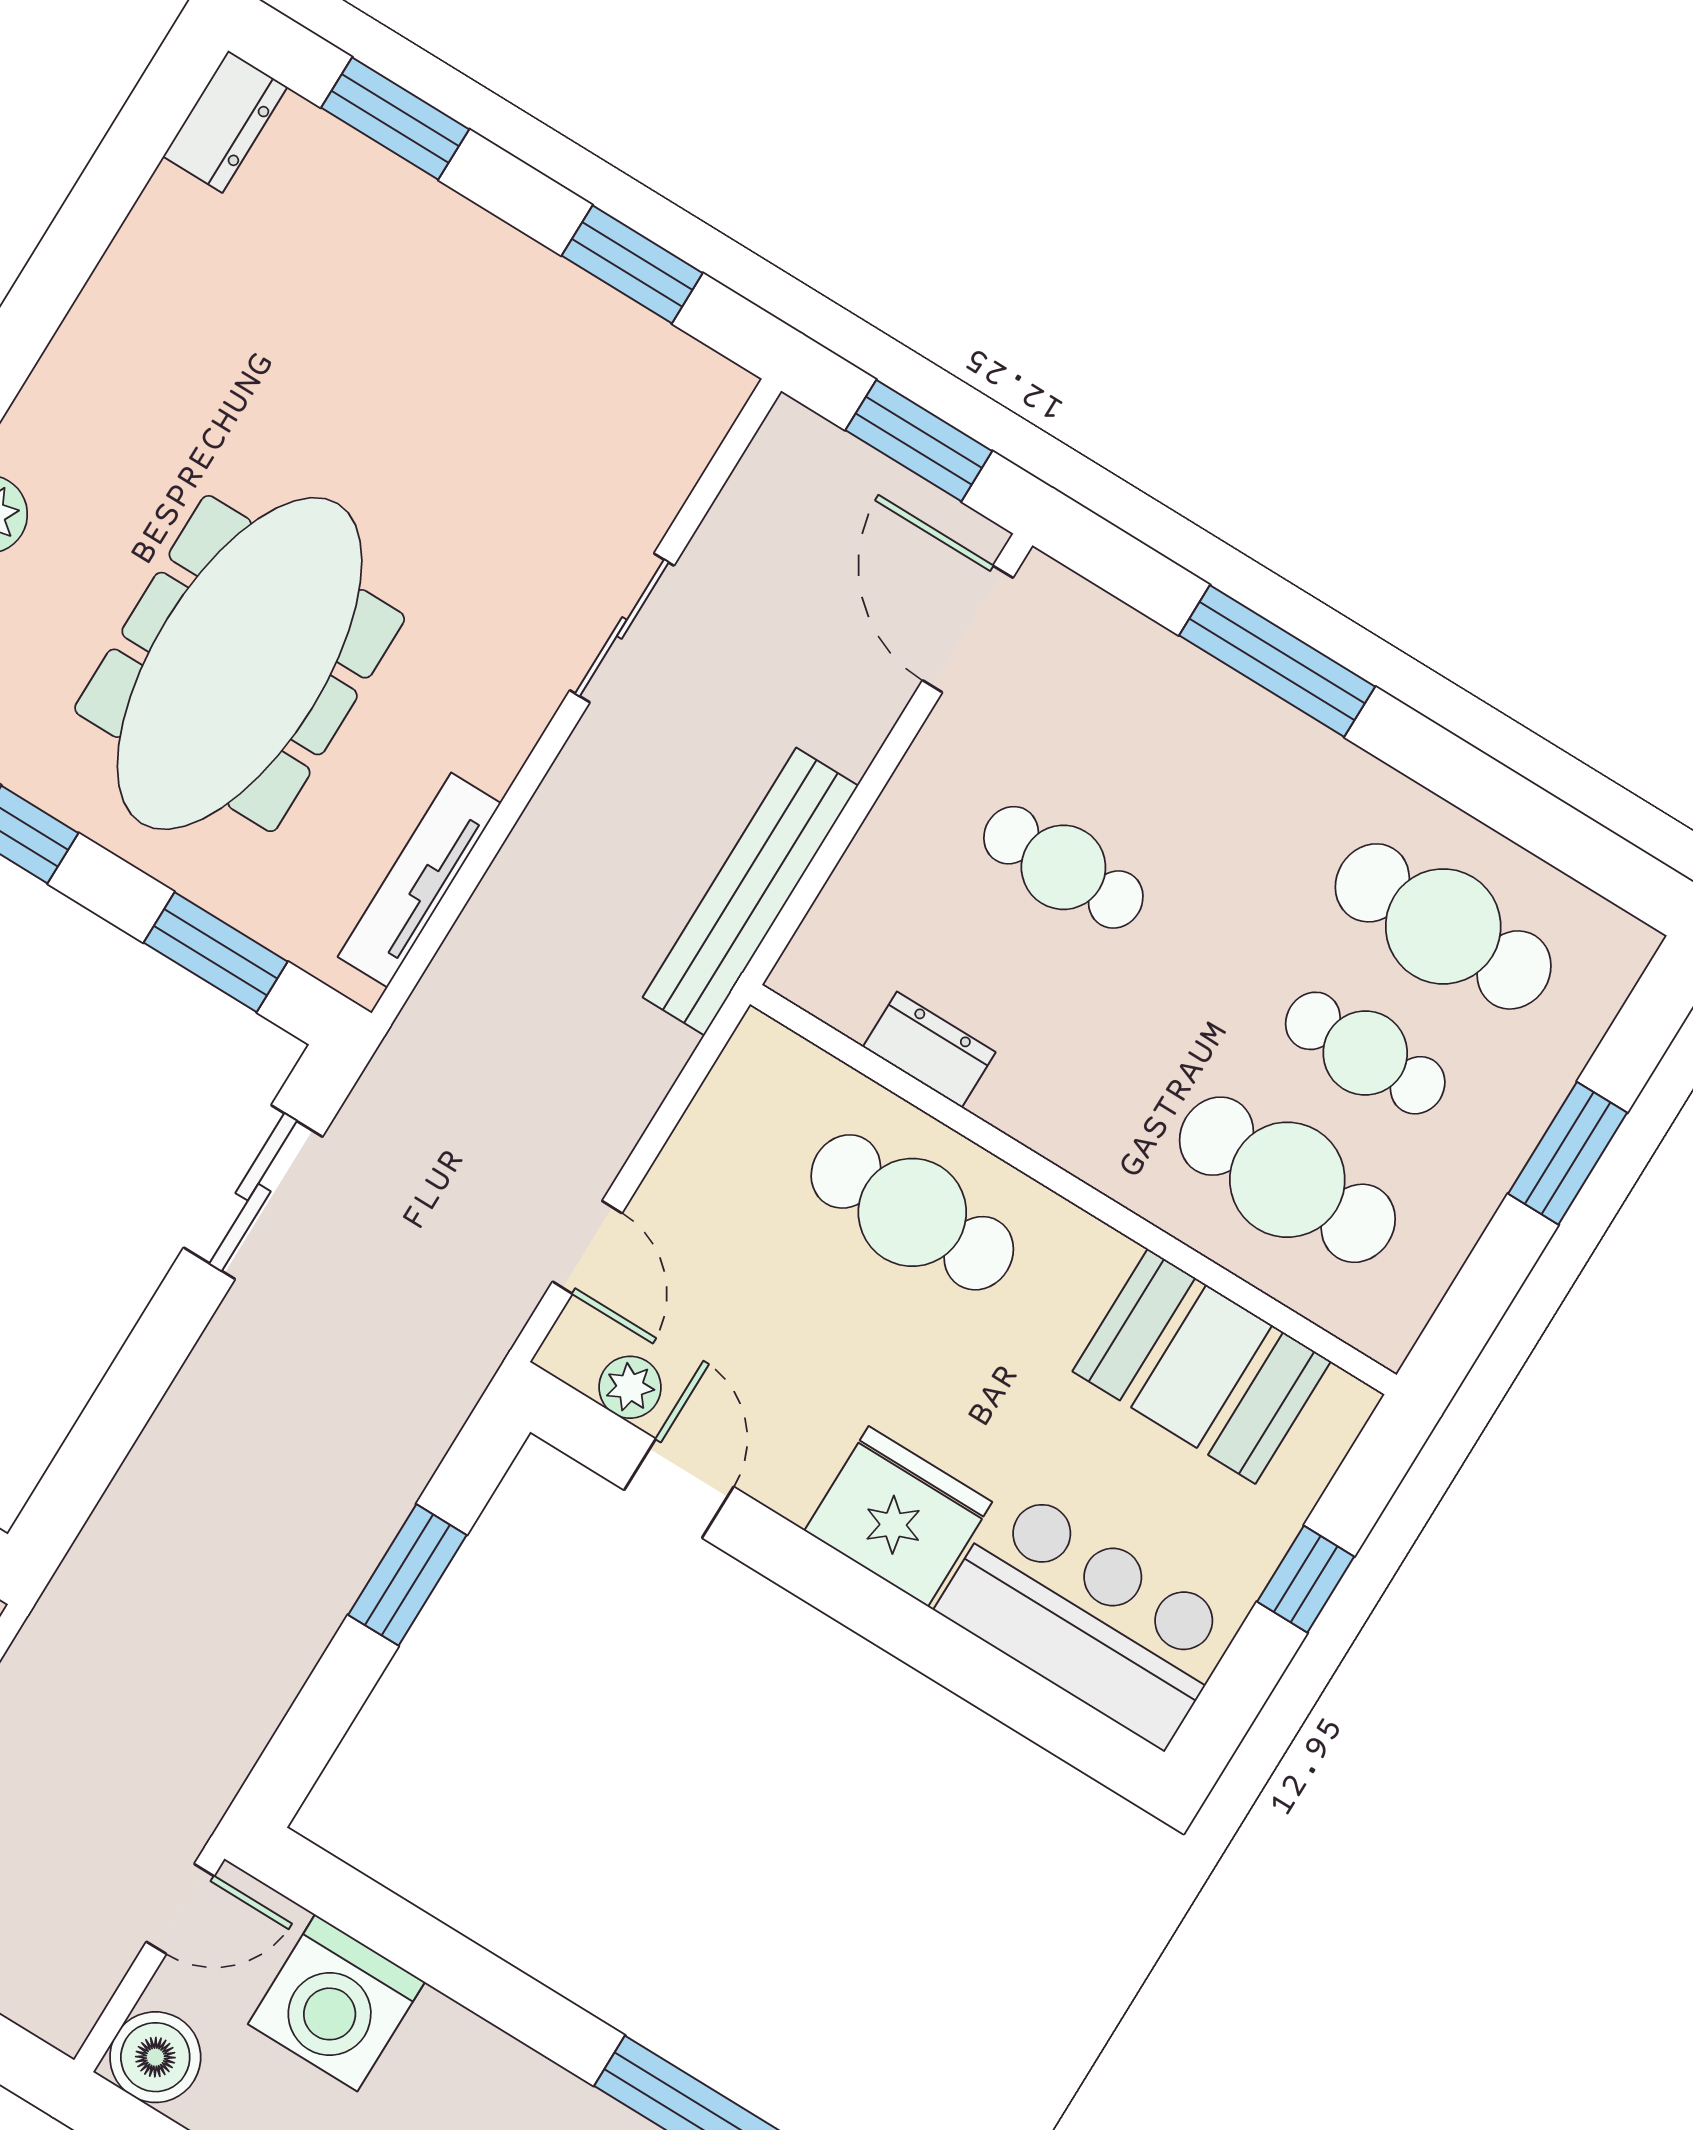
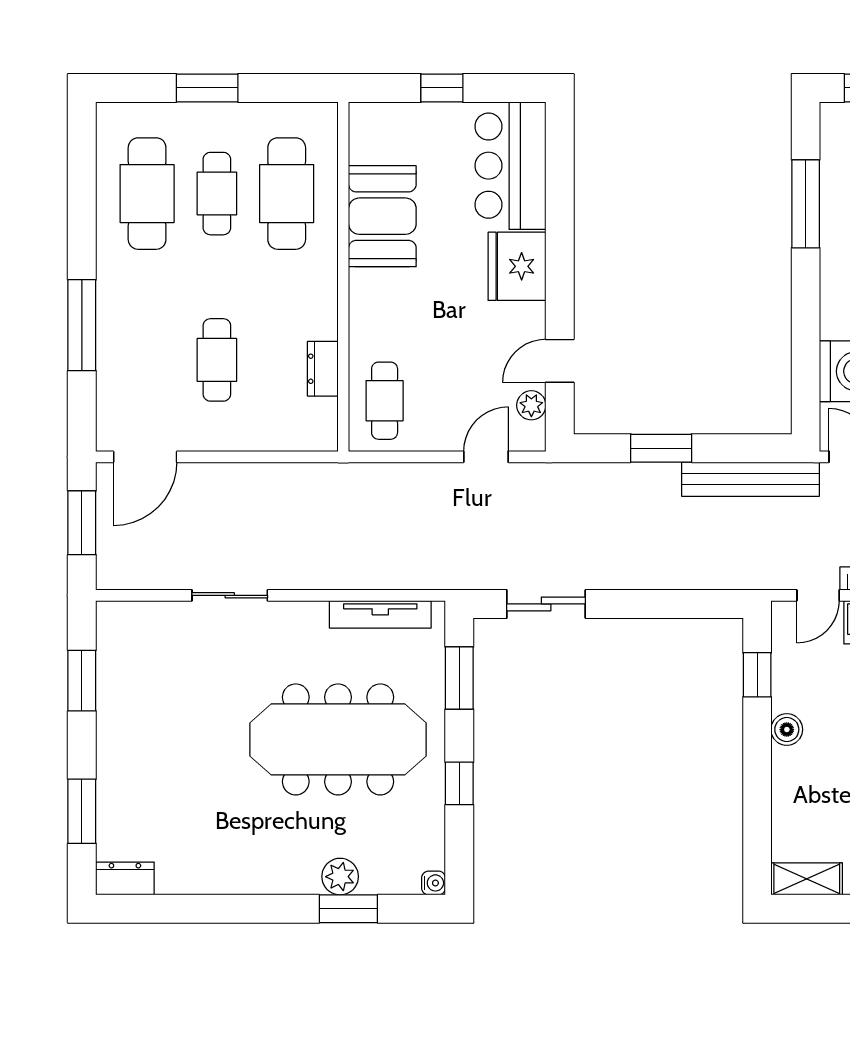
bench: (750, 891) -> (750, 479), moved
cafe table: (912, 1212) -> (385, 401), moved, width x0.73, depth x0.74
booth: (1202, 1366) -> (382, 216), moved

